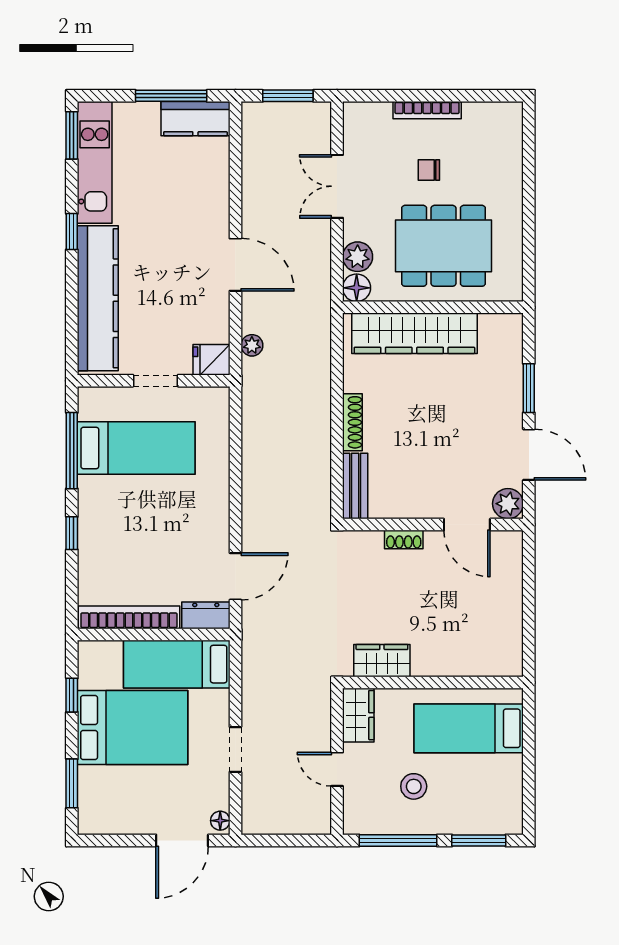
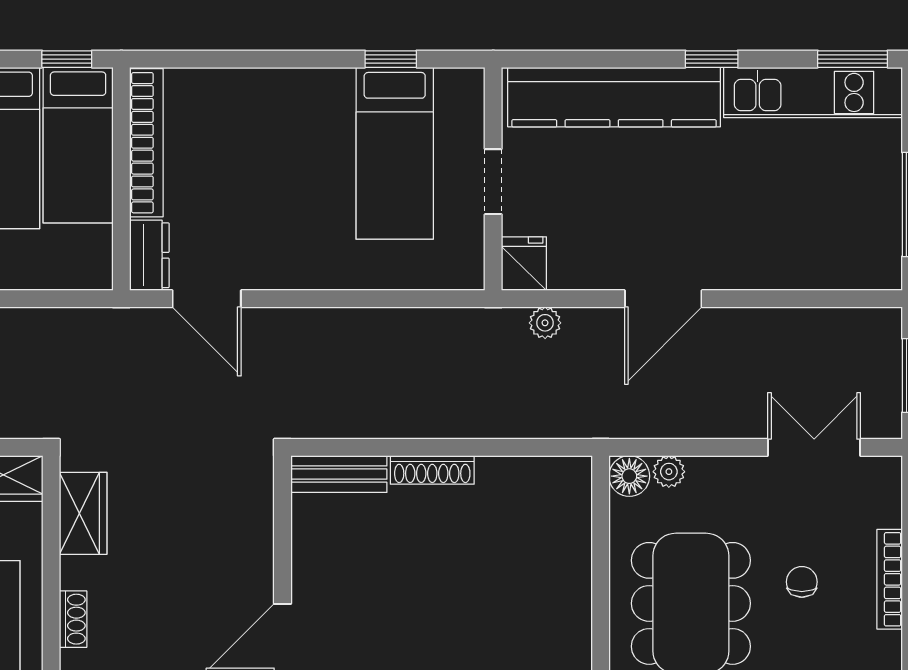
kitchen counter: (195, 119) -> (877, 240), removed
double door: (337, 186) -> (814, 447), moved
plant: (358, 257) -> (669, 472), width x0.73, depth x0.73
wardrobe: (414, 333) -> (563, 561), removed
window: (72, 451) -> (391, 59), width x0.46
window: (72, 533) -> (270, 59), removed
shoe rack: (404, 540) -> (73, 619), moved, turned 180
bed: (177, 664) -> (78, 145), moved, turned 180
window: (72, 695) -> (67, 59), moved

